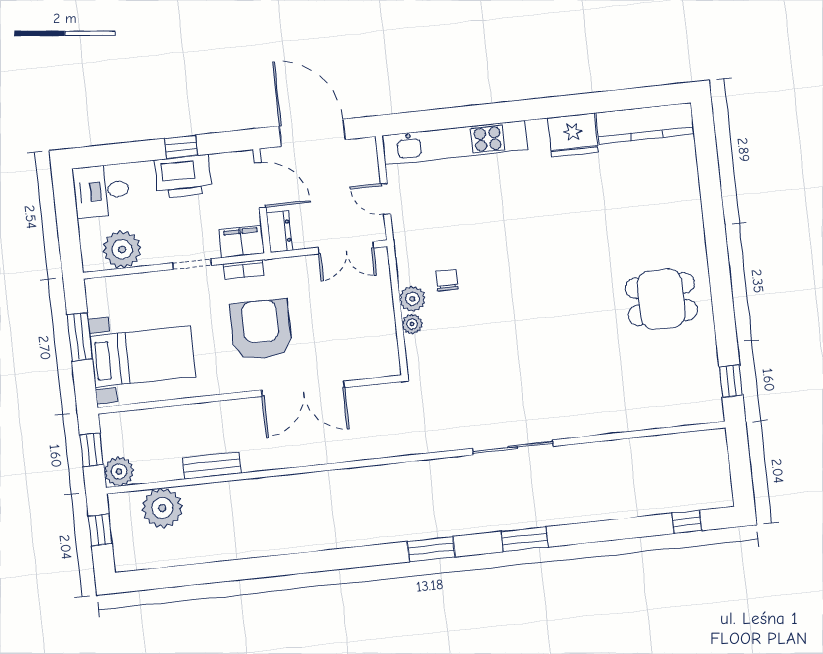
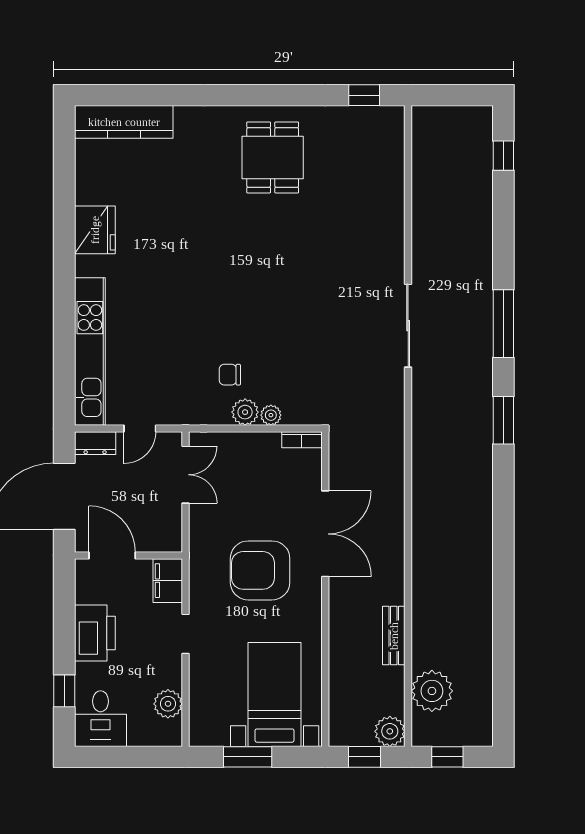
kitchen counter: (645, 123) -> (124, 122), moved, turned 90
window: (181, 147) -> (64, 691), moved
door: (260, 185) -> (112, 555), hinge flipped
dresser: (279, 232) -> (95, 443), moved, turned 180
plant: (122, 249) -> (168, 704), width x0.73, depth x0.73
bookcase: (243, 269) -> (302, 440), moved, turned 90
window: (524, 539) -> (503, 324), width x1.44

